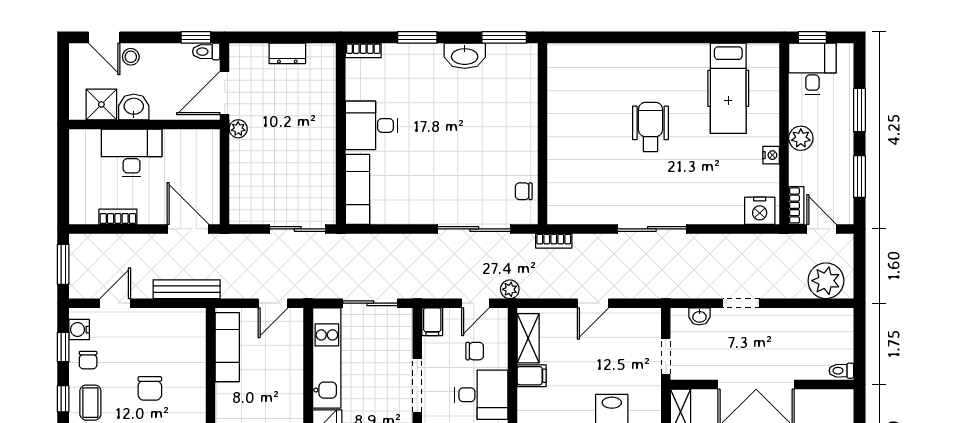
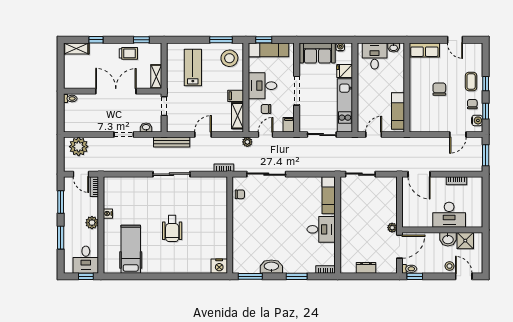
nightstand: (760, 211) -> (219, 266), moved, turned 180
bench: (187, 289) -> (172, 142), moved

